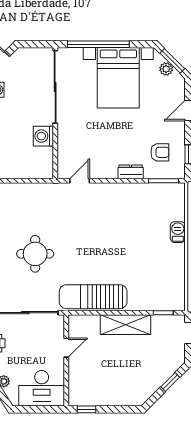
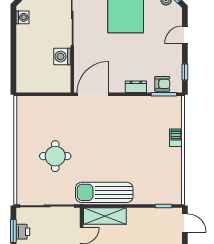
armchair: (160, 152) -> (162, 84), moved
door: (80, 181) -> (93, 94), width x1.87
shelving: (125, 325) -> (105, 216), moved

